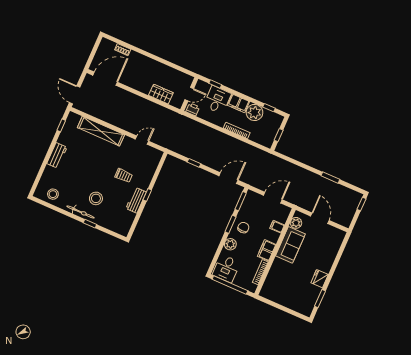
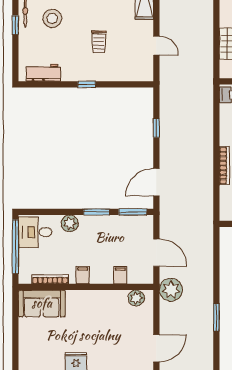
door: (228, 178) -> (156, 182), swing flipped
plant: (300, 199) -> (171, 290), added
workbench: (136, 200) -> (43, 73), moved
door: (320, 218) -> (156, 348), moved
chair: (243, 228) -> (99, 231), removed
sofa: (290, 245) -> (42, 303), moved
filing cabinet: (267, 250) -> (83, 275), width x0.50

